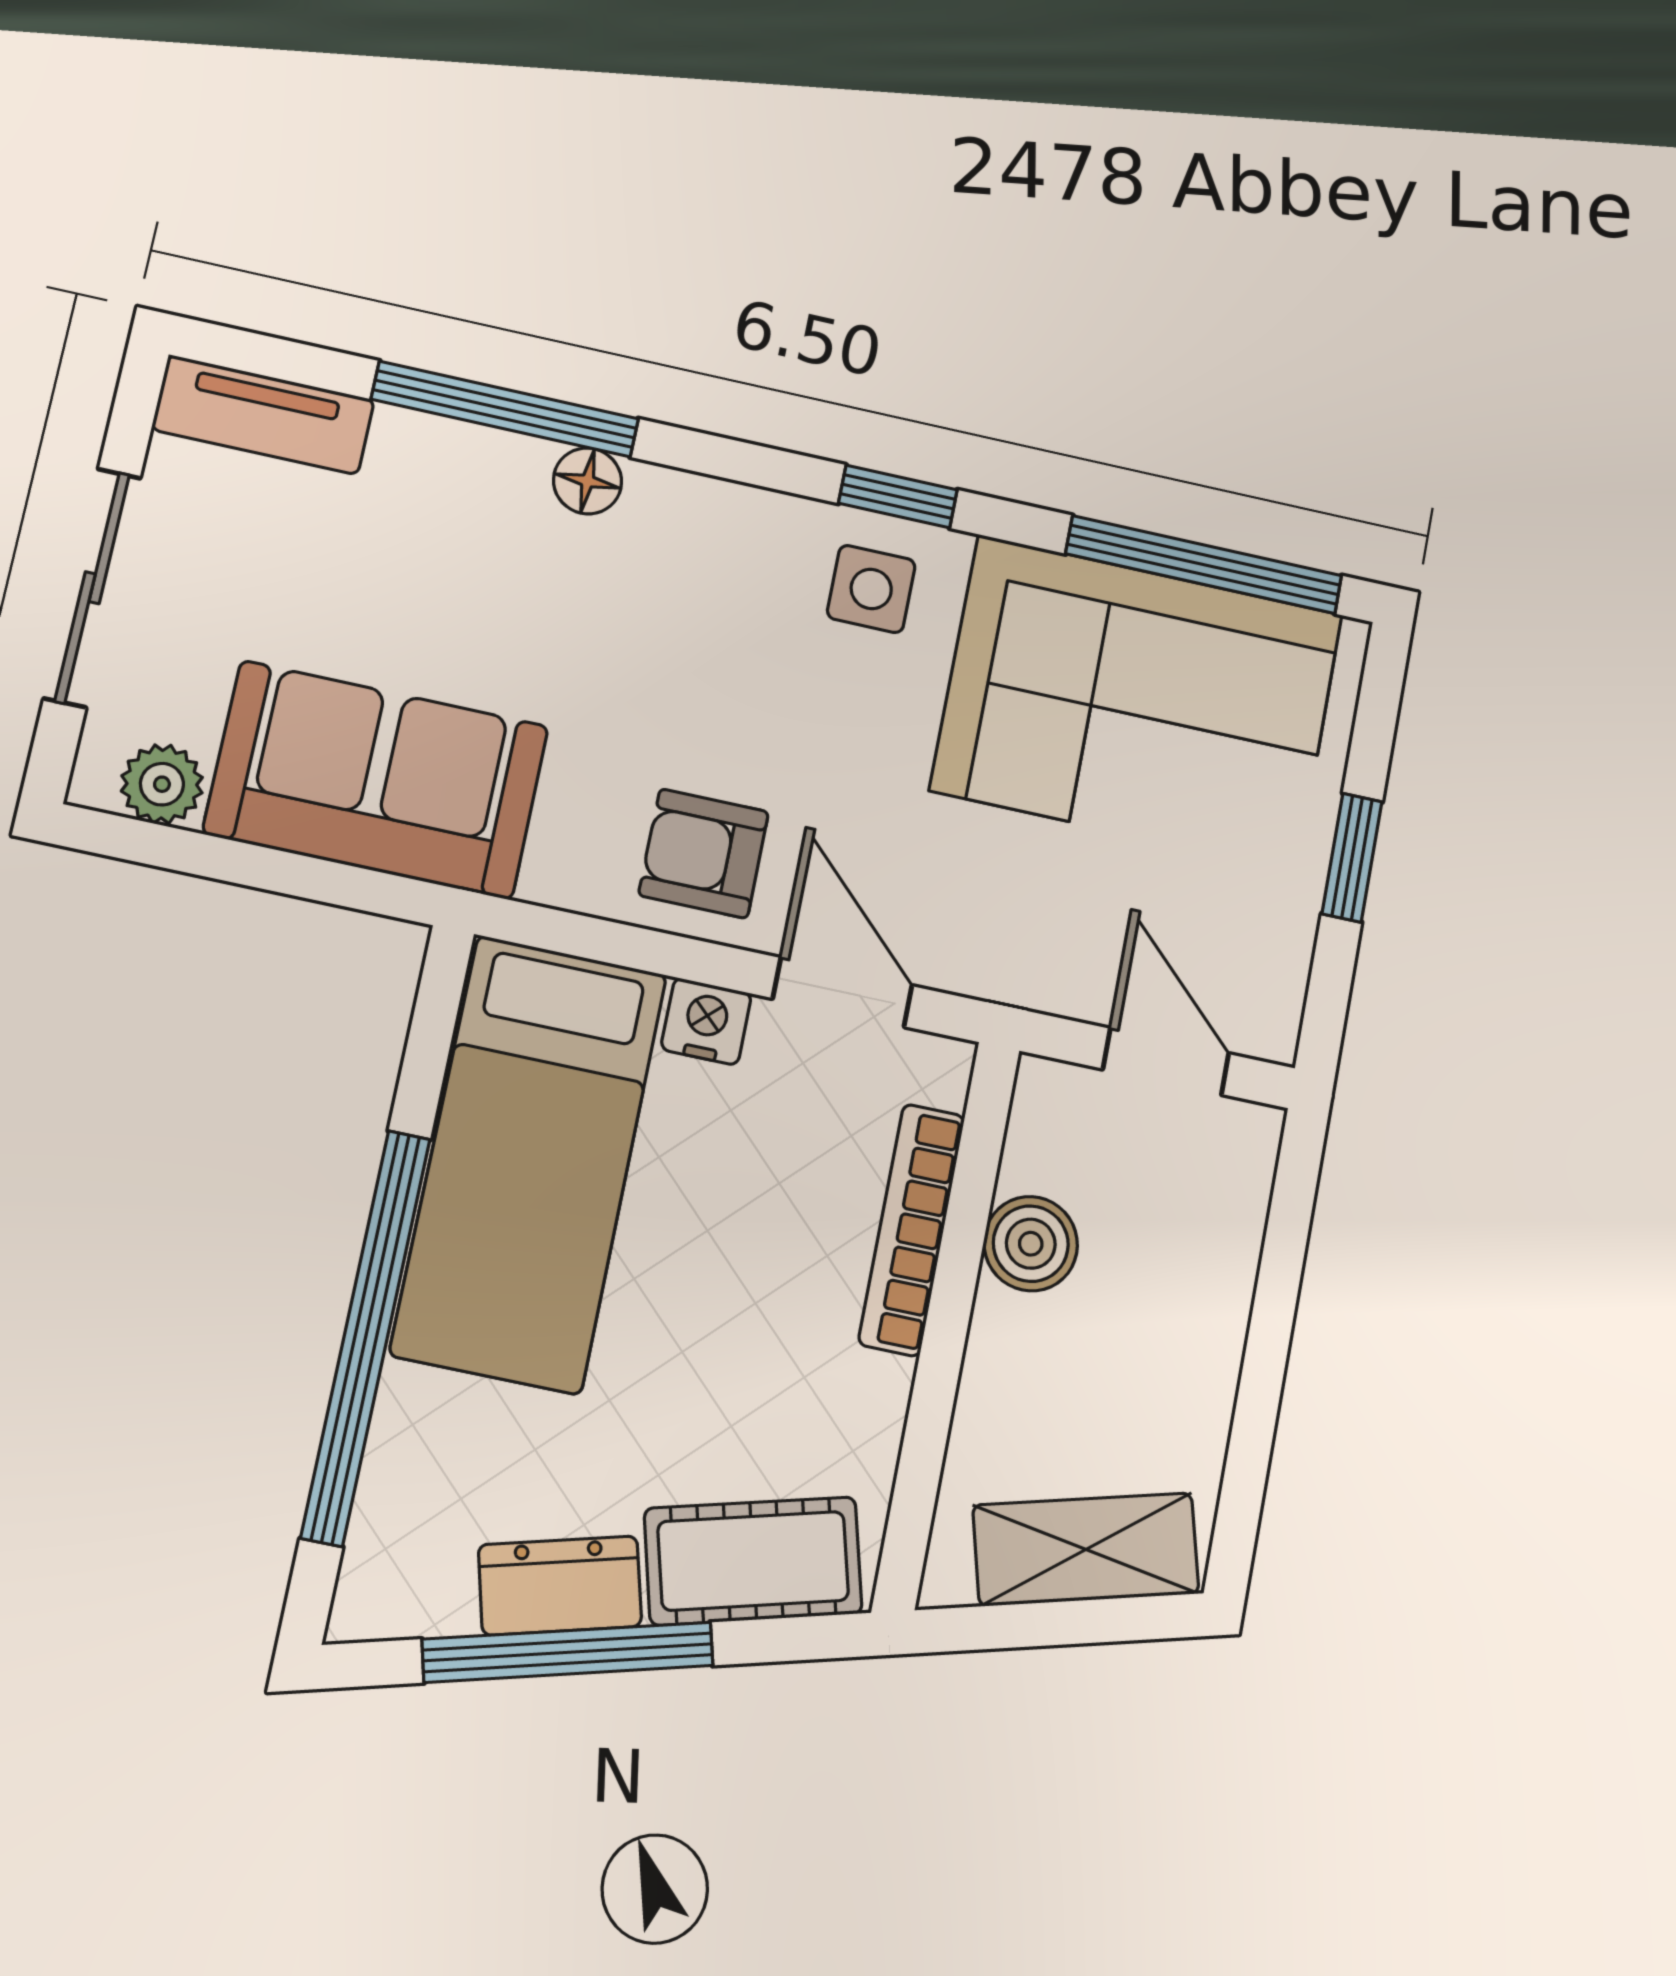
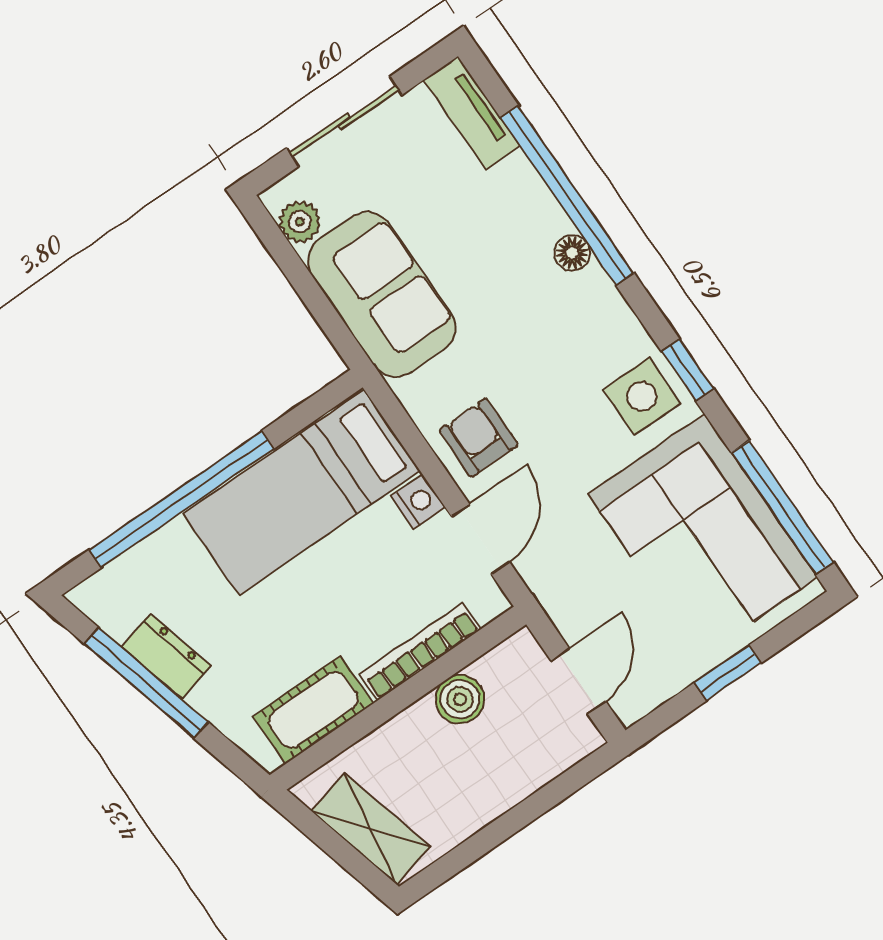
window: (505, 409) -> (567, 195), width x1.46
side table: (871, 589) -> (642, 396), width x1.37, depth x1.37
cot: (753, 1561) -> (313, 710), moved, turned -75

